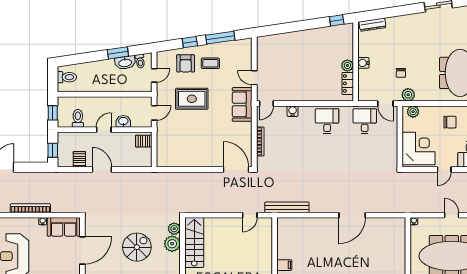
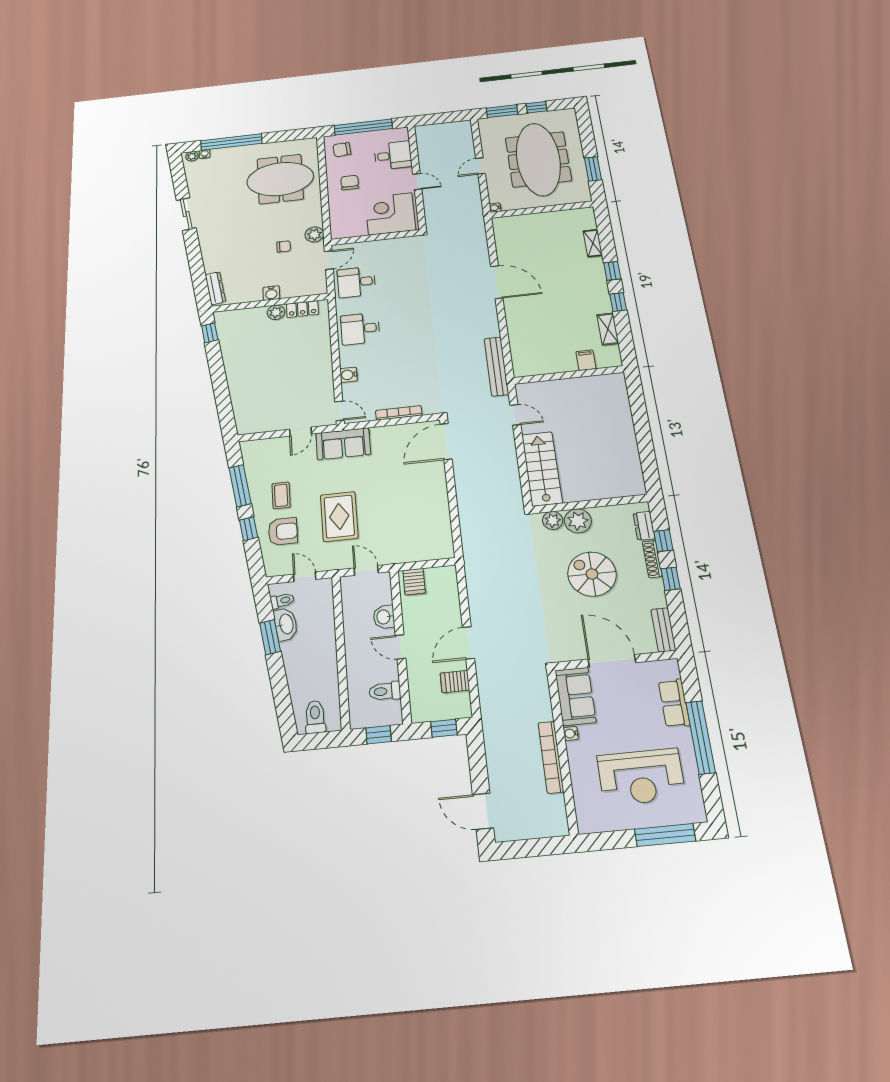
plant: (413, 112) -> (338, 226), removed
stairs: (194, 242) -> (542, 469), moved, turned 90

